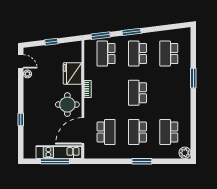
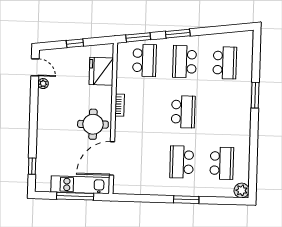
school desk: (106, 54) -> (144, 60), turned 180
school desk: (169, 54) -> (225, 63), turned 180
fridge: (73, 74) -> (101, 71), moved
school desk: (137, 93) -> (183, 112), turned 180
window: (21, 119) -> (32, 166), moved
school desk: (106, 132) -> (141, 161), removed
school desk: (169, 132) -> (222, 163), turned 180

